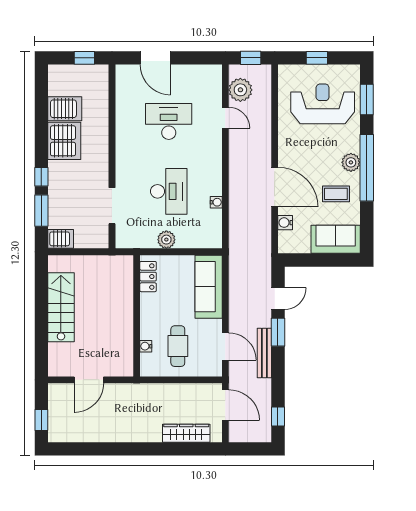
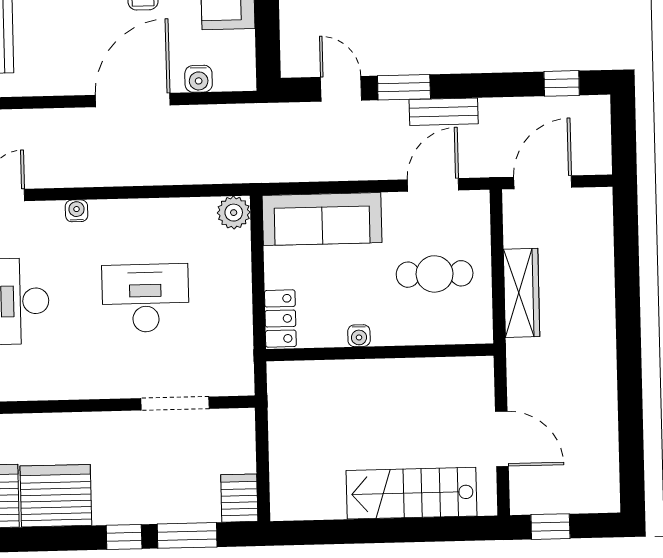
water cooler: (216, 202) -> (77, 211), moved
plant: (166, 240) -> (234, 213), moved
locker: (148, 277) -> (280, 319), moved, turned 90
stairs: (61, 307) -> (411, 493), moved
water cooler: (146, 346) -> (359, 336), moved
bench: (264, 353) -> (444, 112), width x0.73
window: (41, 420) -> (550, 527), moved
wardrobe: (186, 433) -> (522, 293), moved, turned 180

